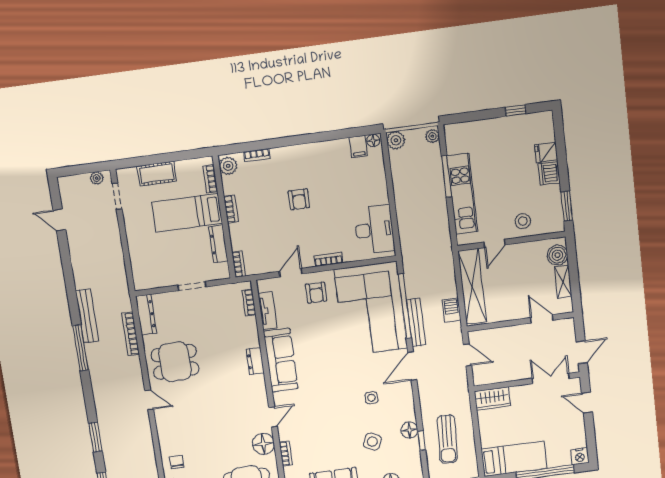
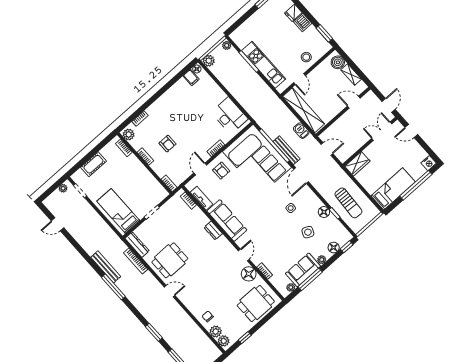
armchair: (299, 199) -> (168, 144), moved
bed: (187, 213) -> (118, 211), moved, turned 90
dresser: (218, 244) -> (151, 180), removed

